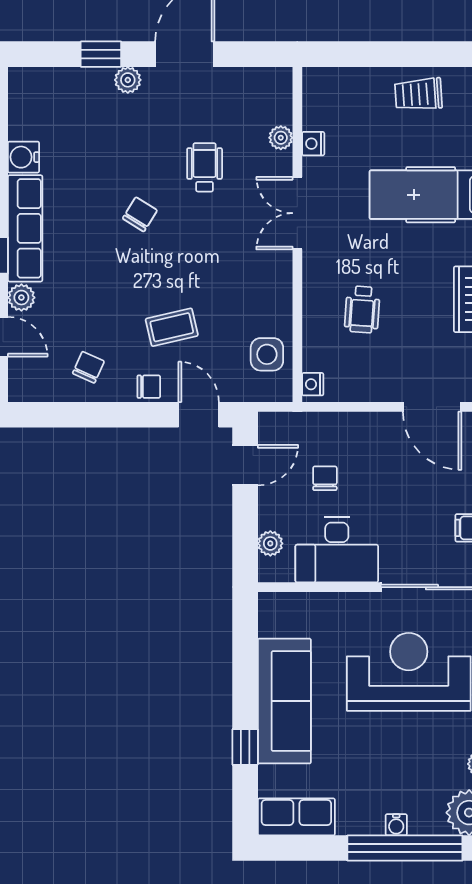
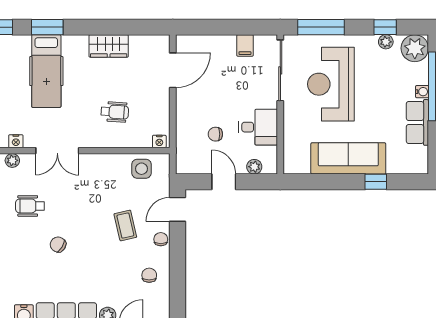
chair: (88, 367) -> (149, 275), turned 66
door: (245, 465) -> (224, 182), moved
desk: (337, 550) -> (258, 127), width x0.73
row of seats: (296, 817) -> (417, 122), moved

